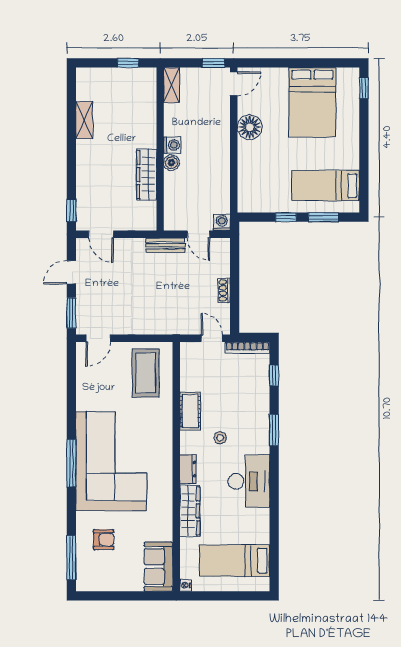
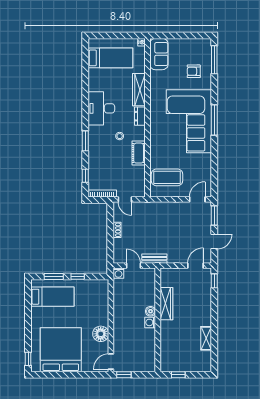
shelving: (172, 85) -> (150, 361), removed
bed: (312, 102) -> (61, 350), width x1.36
door: (101, 234) -> (195, 266), hinge flipped
coffee table: (146, 373) -> (167, 177), turned 90

